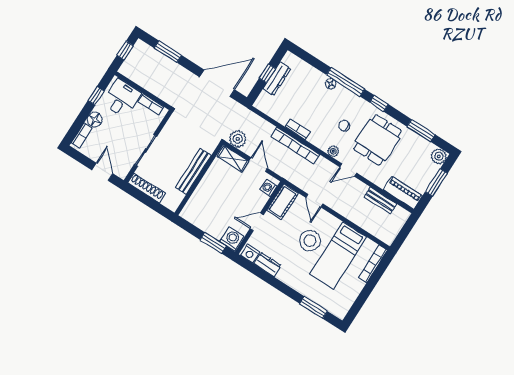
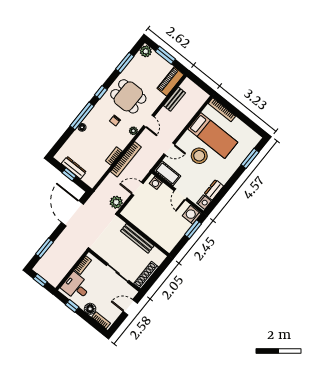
shelving: (233, 159) -> (131, 207), removed

